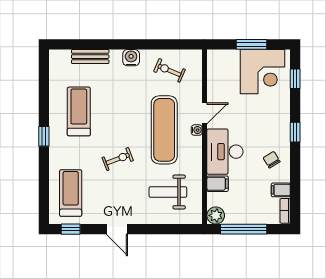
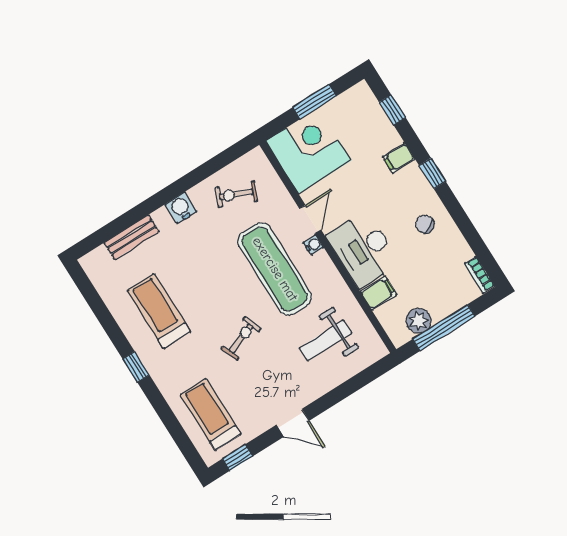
corner desk: (262, 72) -> (308, 151), moved, turned -90
filing cabinet: (281, 190) -> (399, 158), moved
plant: (216, 215) -> (419, 321), moved

